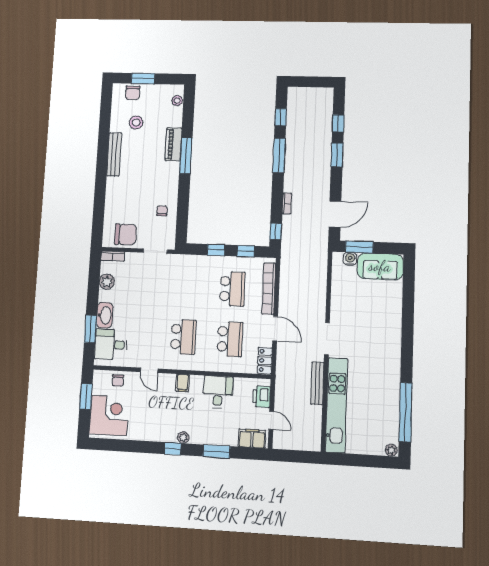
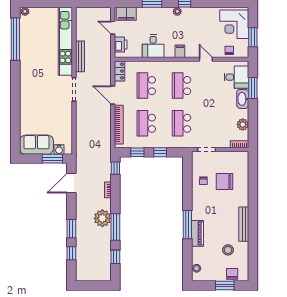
plant: (295, 167) -> (102, 218), added
chair: (125, 234) -> (225, 181), moved
school desk: (186, 287) -> (181, 123), added

